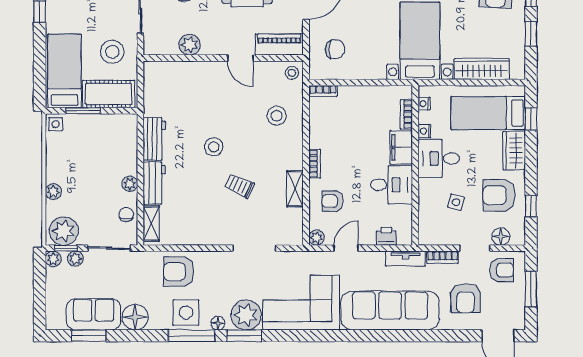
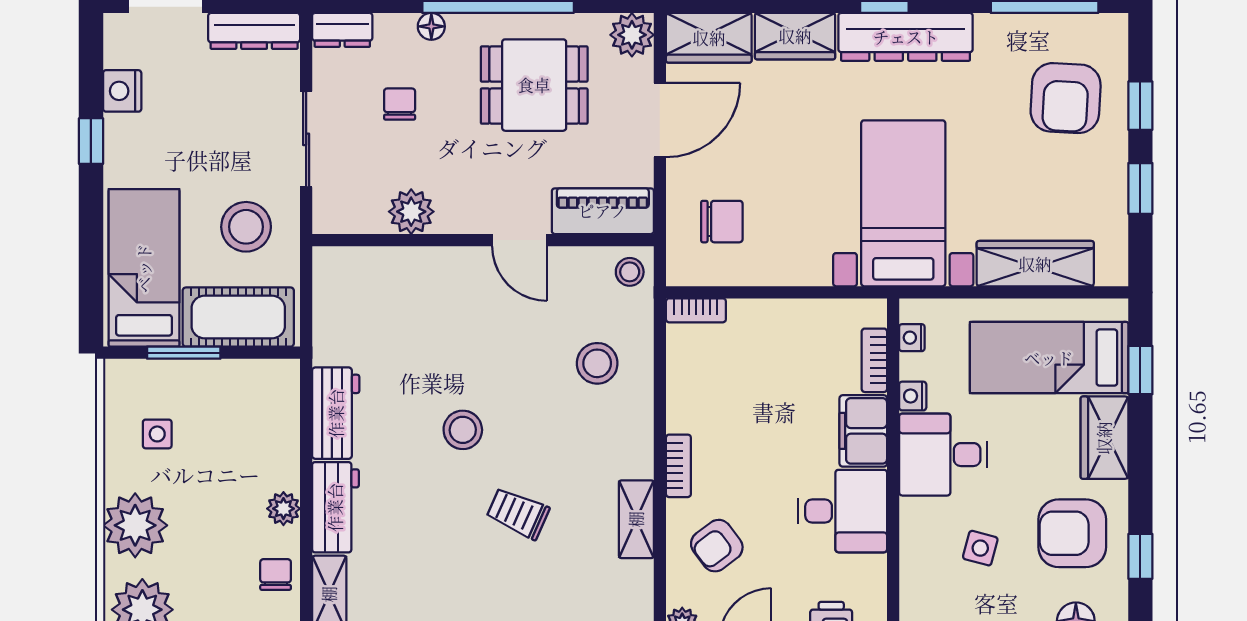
side table: (56, 124) -> (157, 434), moved
plant: (53, 192) -> (135, 525), width x1.87, depth x1.87
armchair: (333, 201) -> (717, 546), turned -37

